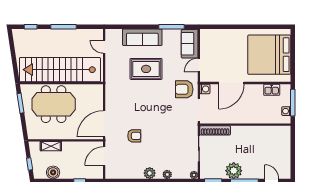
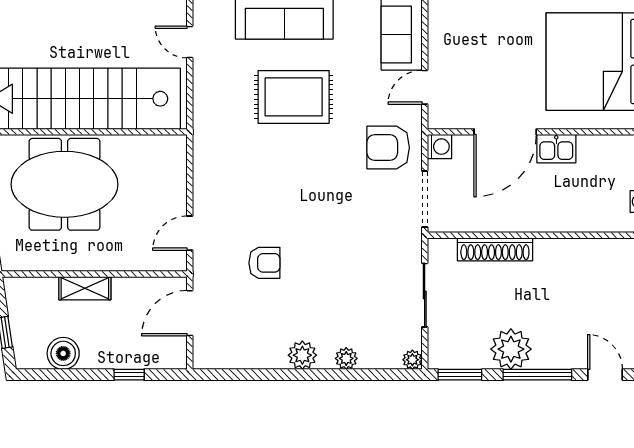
kitchen sink: (272, 90) -> (556, 149), moved
door: (104, 124) -> (190, 233), width x0.53
shoe rack: (215, 130) -> (495, 249), moved
shelving: (51, 146) -> (85, 288), moved

